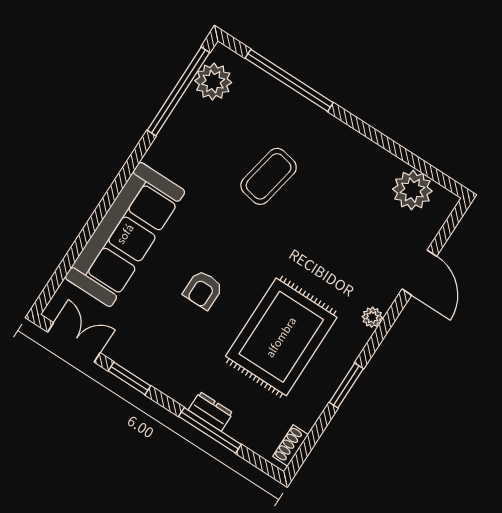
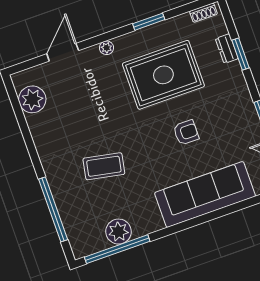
plant: (213, 82) -> (118, 232), moved
dresser: (211, 411) -> (227, 49), moved
window: (210, 430) -> (240, 54), width x0.69

